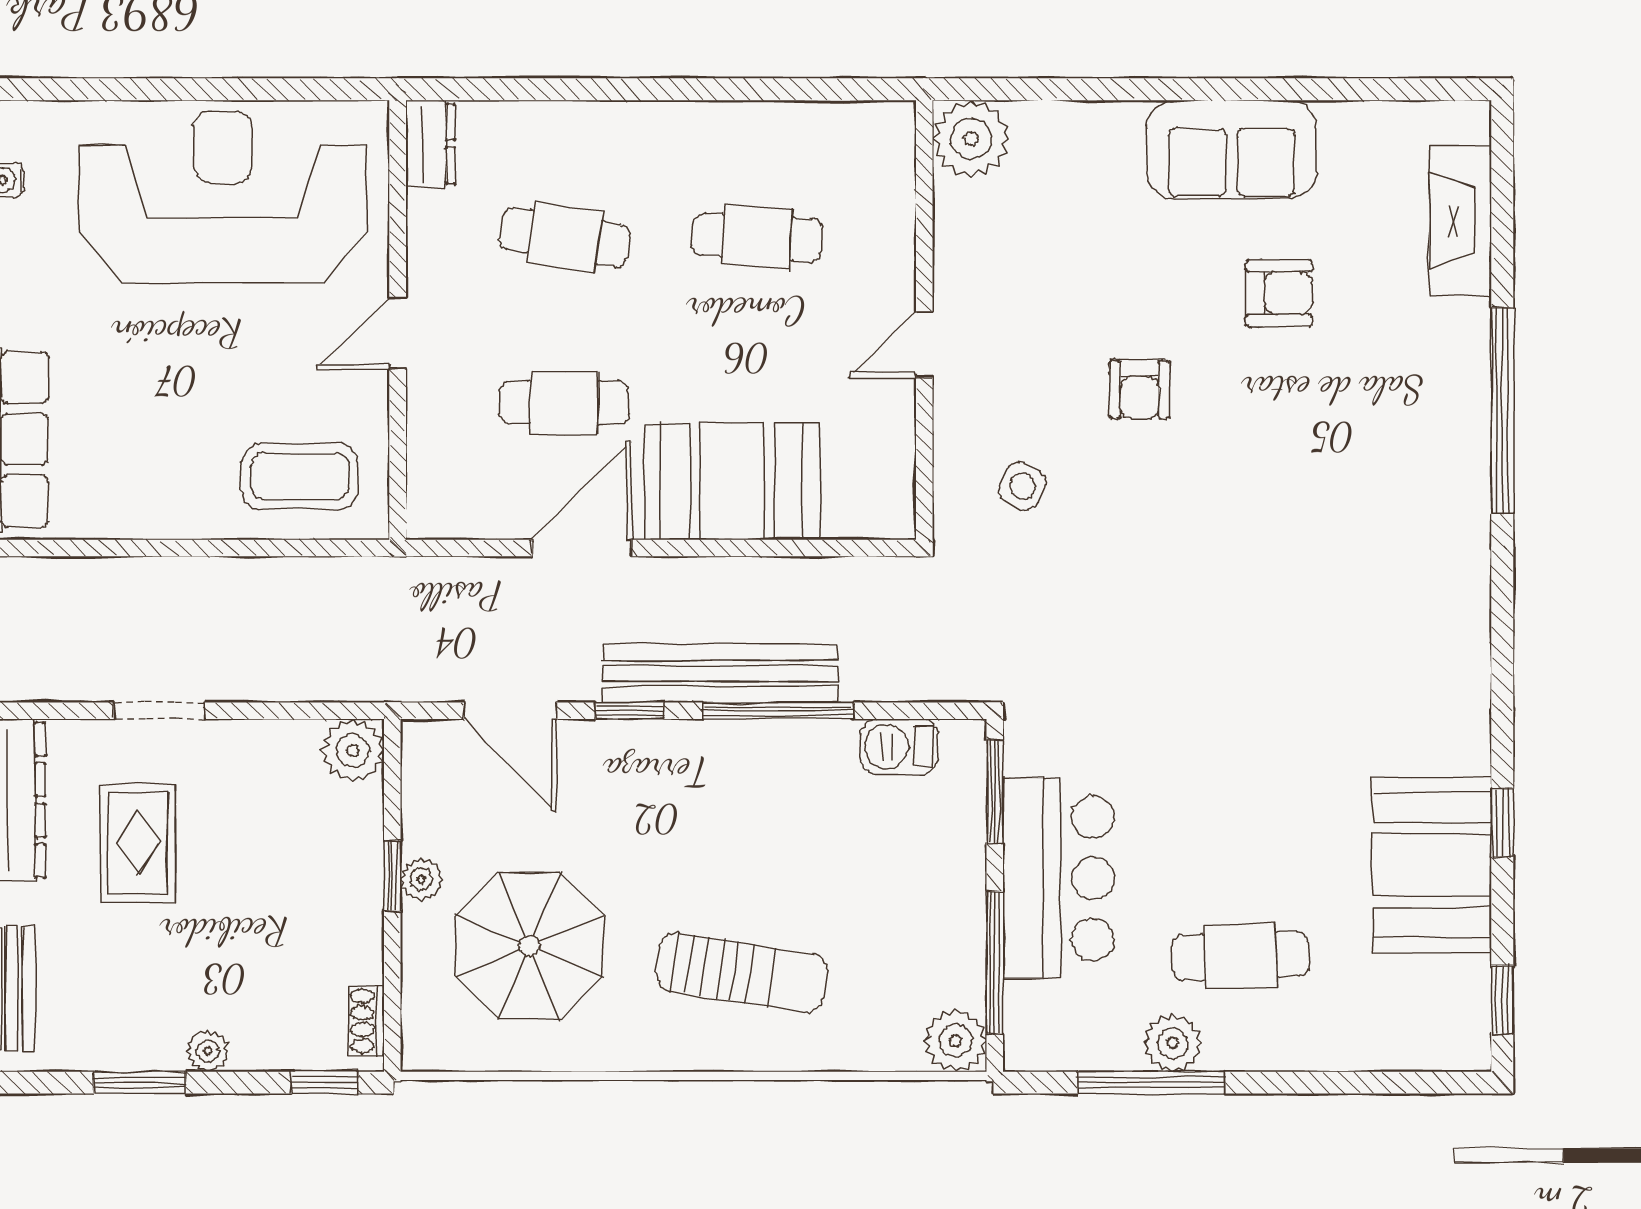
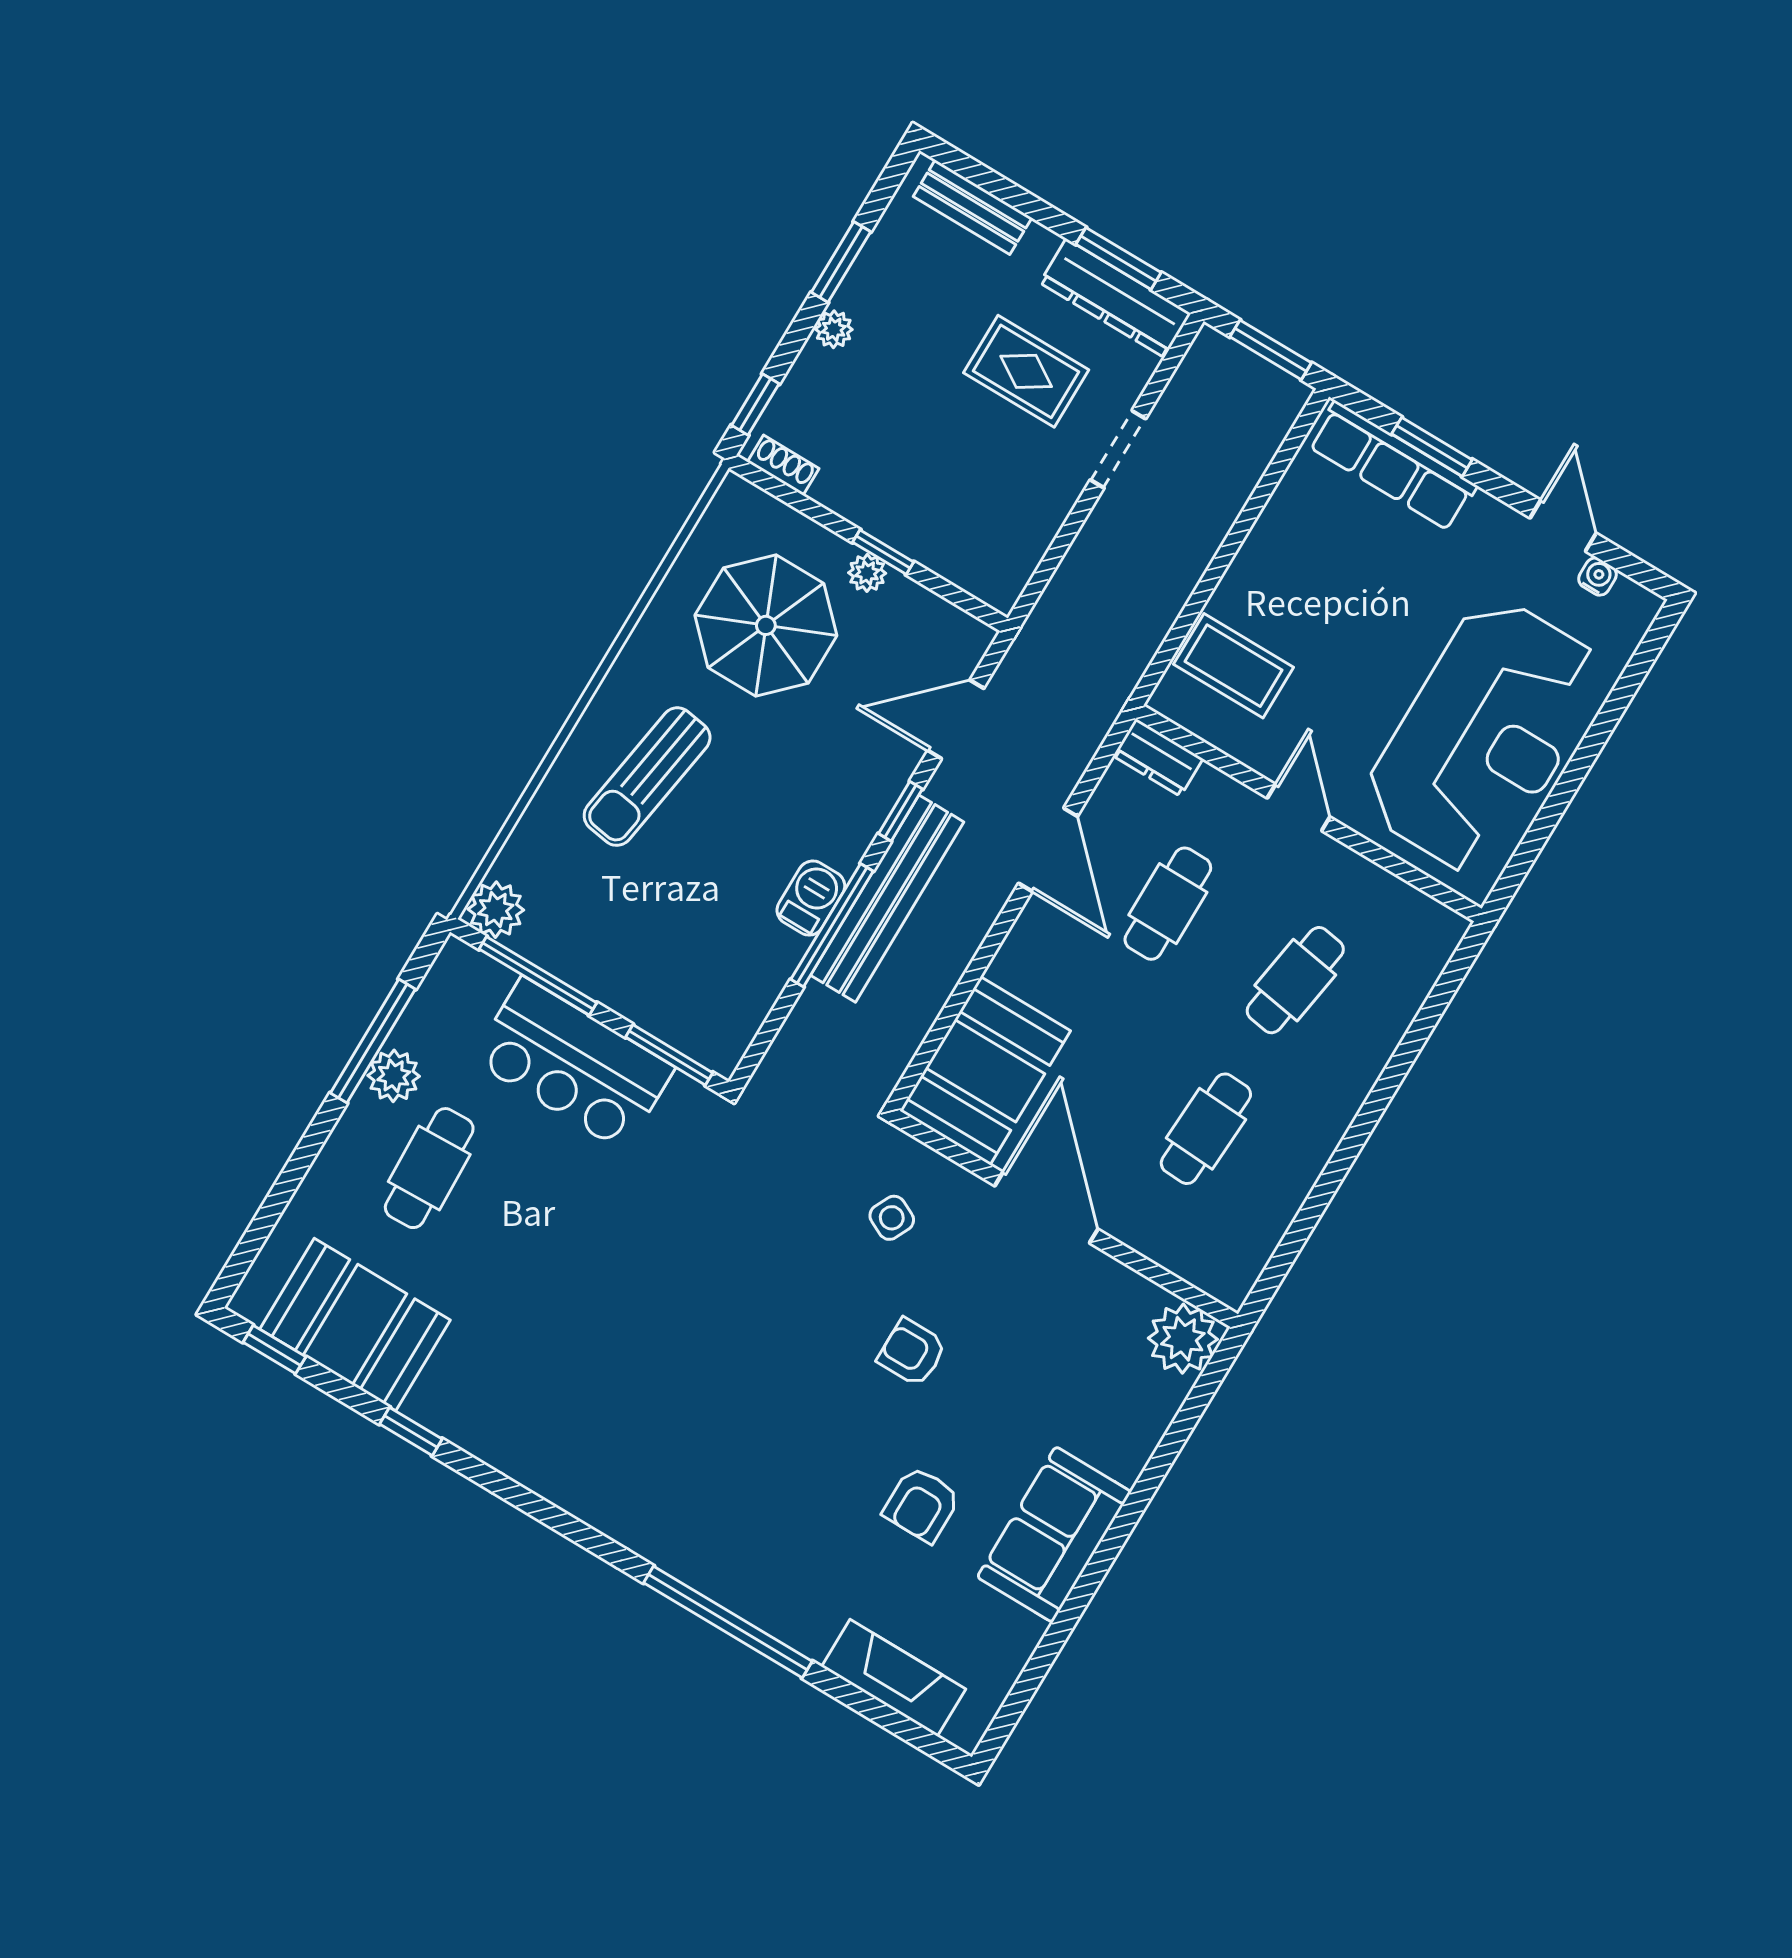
dresser: (430, 144) -> (1158, 757), moved
door: (924, 344) -> (1046, 1208), width x1.87
coffee table: (300, 476) -> (1234, 666), turned 90
booth: (732, 481) -> (985, 1071), moved
barbecue: (899, 747) -> (811, 898), moved
plant: (353, 750) -> (998, 580), removed
booth: (1432, 865) -> (355, 1325), moved

